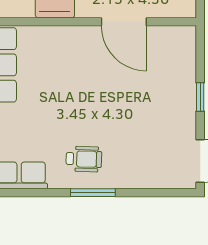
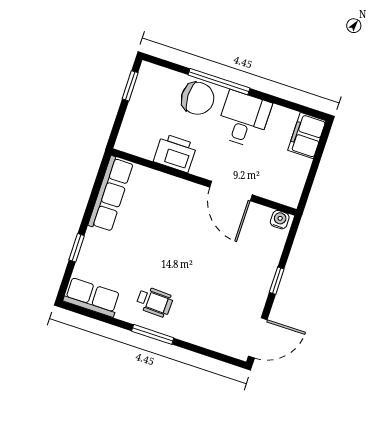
water cooler: (183, 34) -> (280, 220), added

